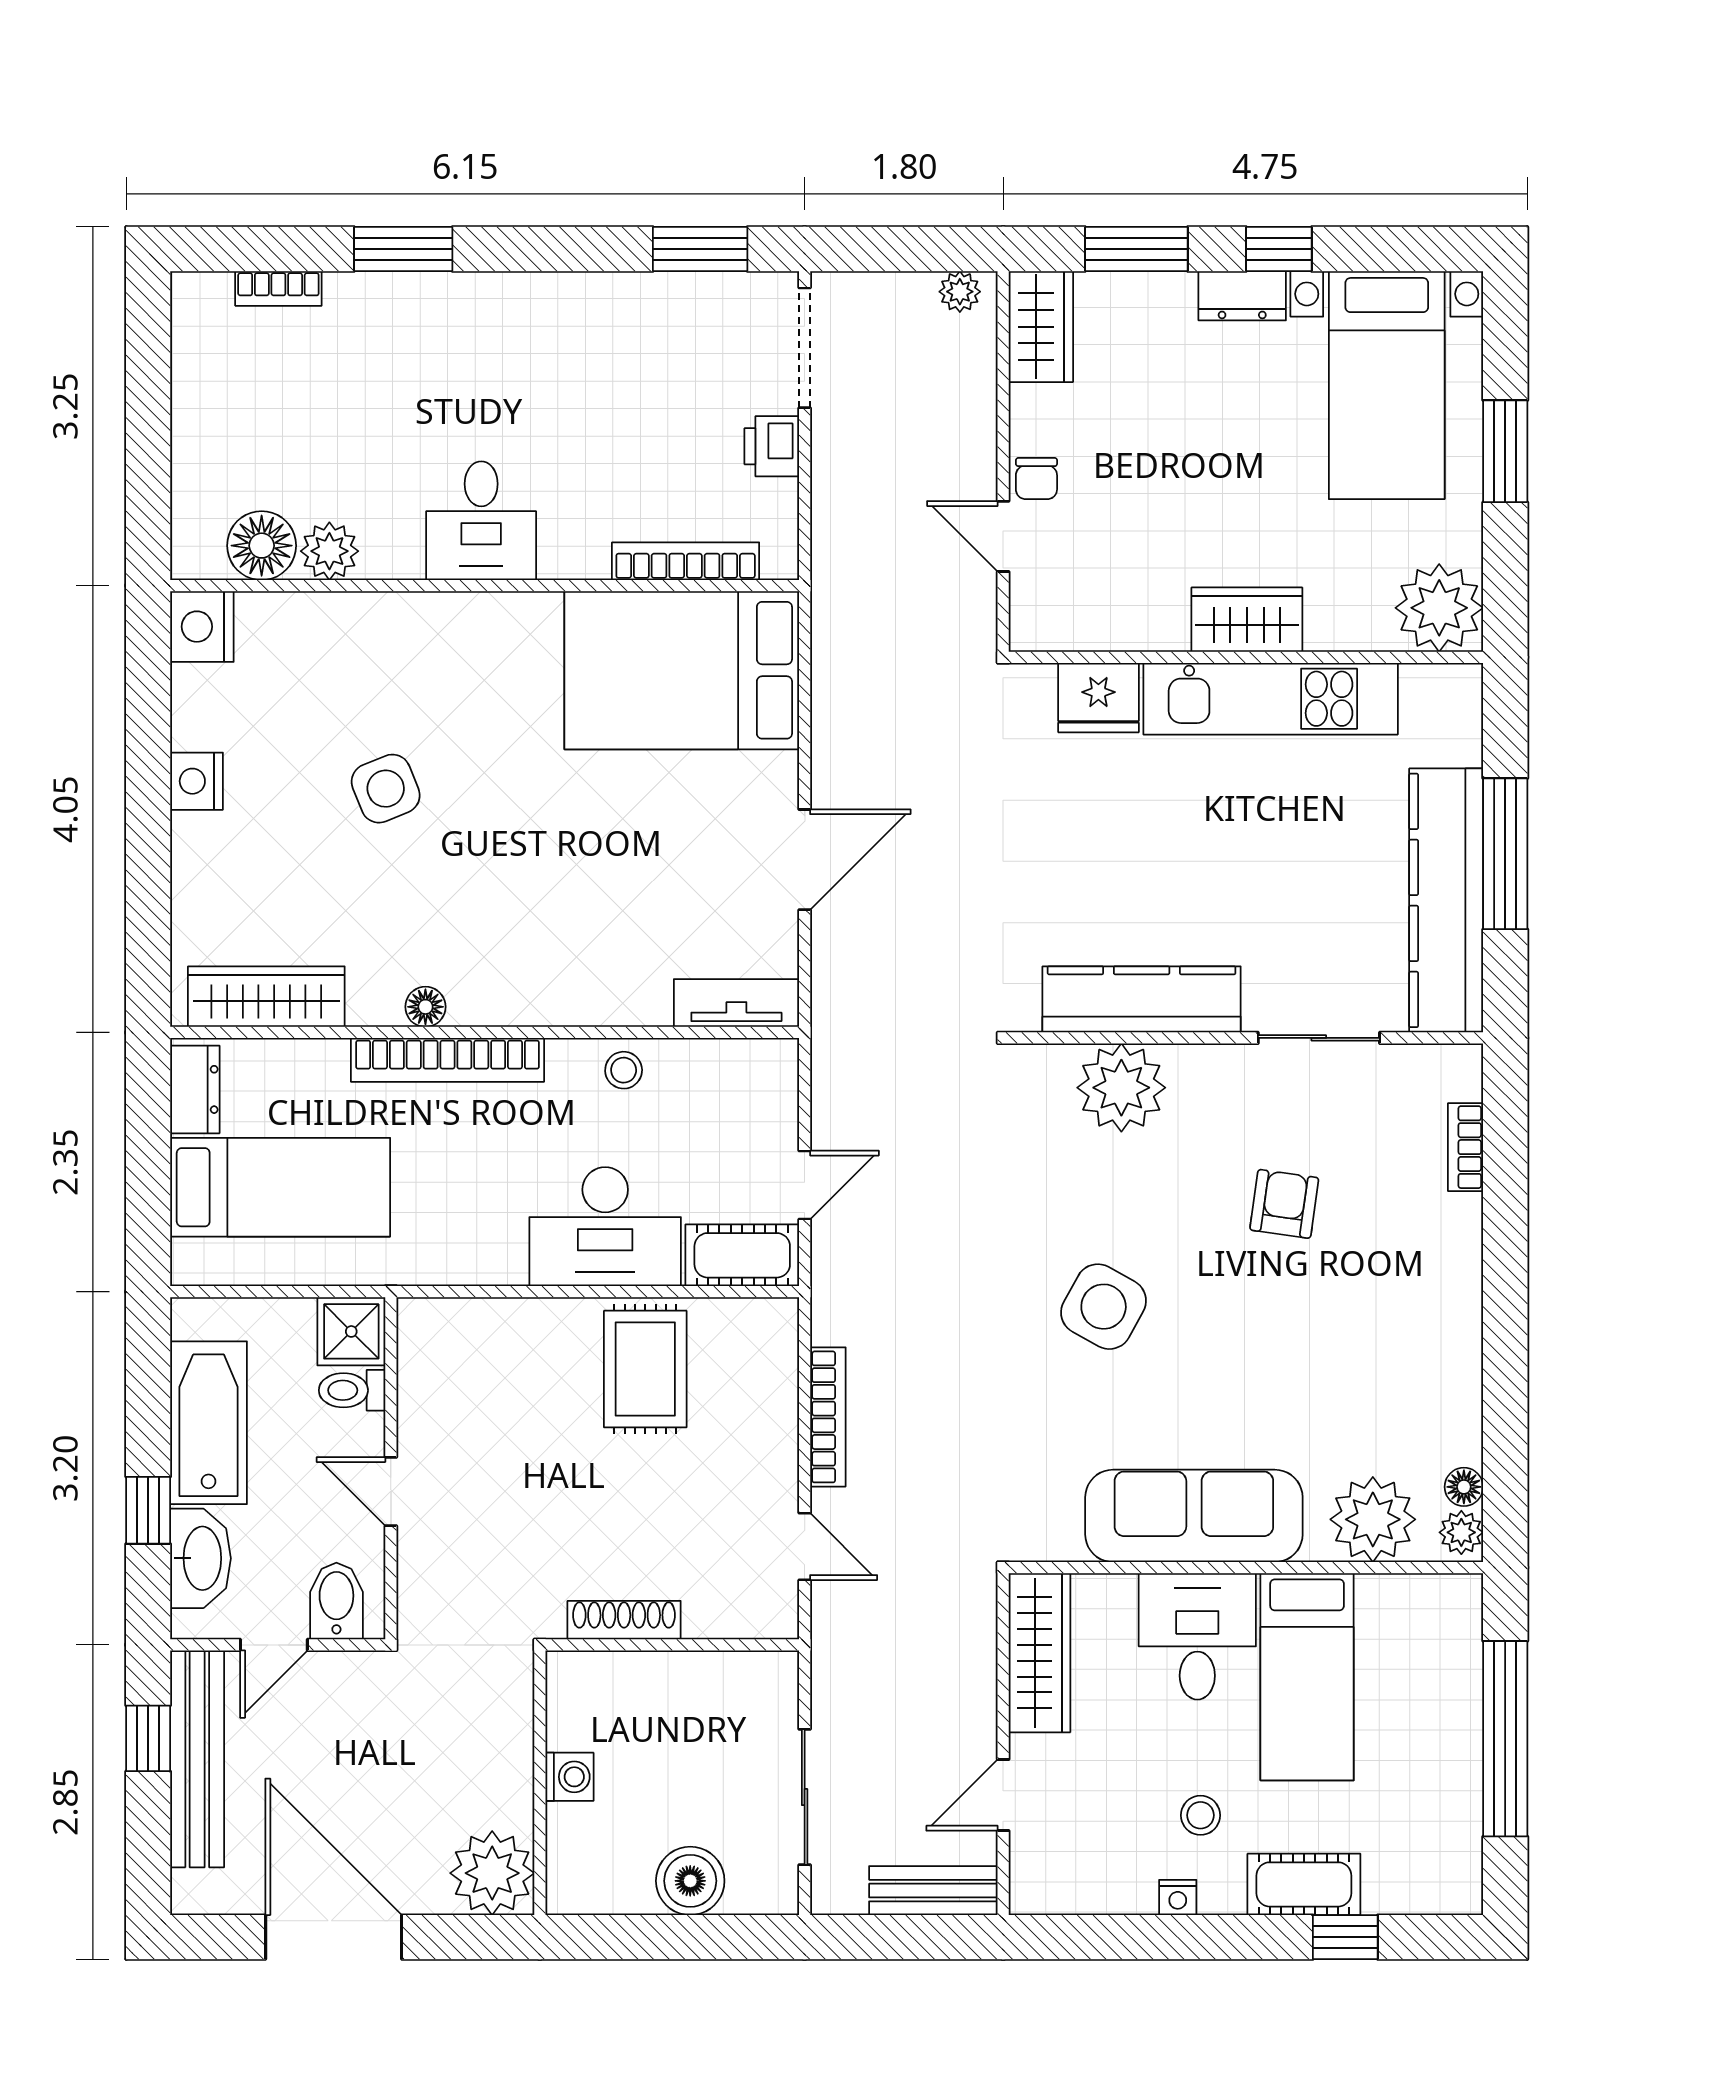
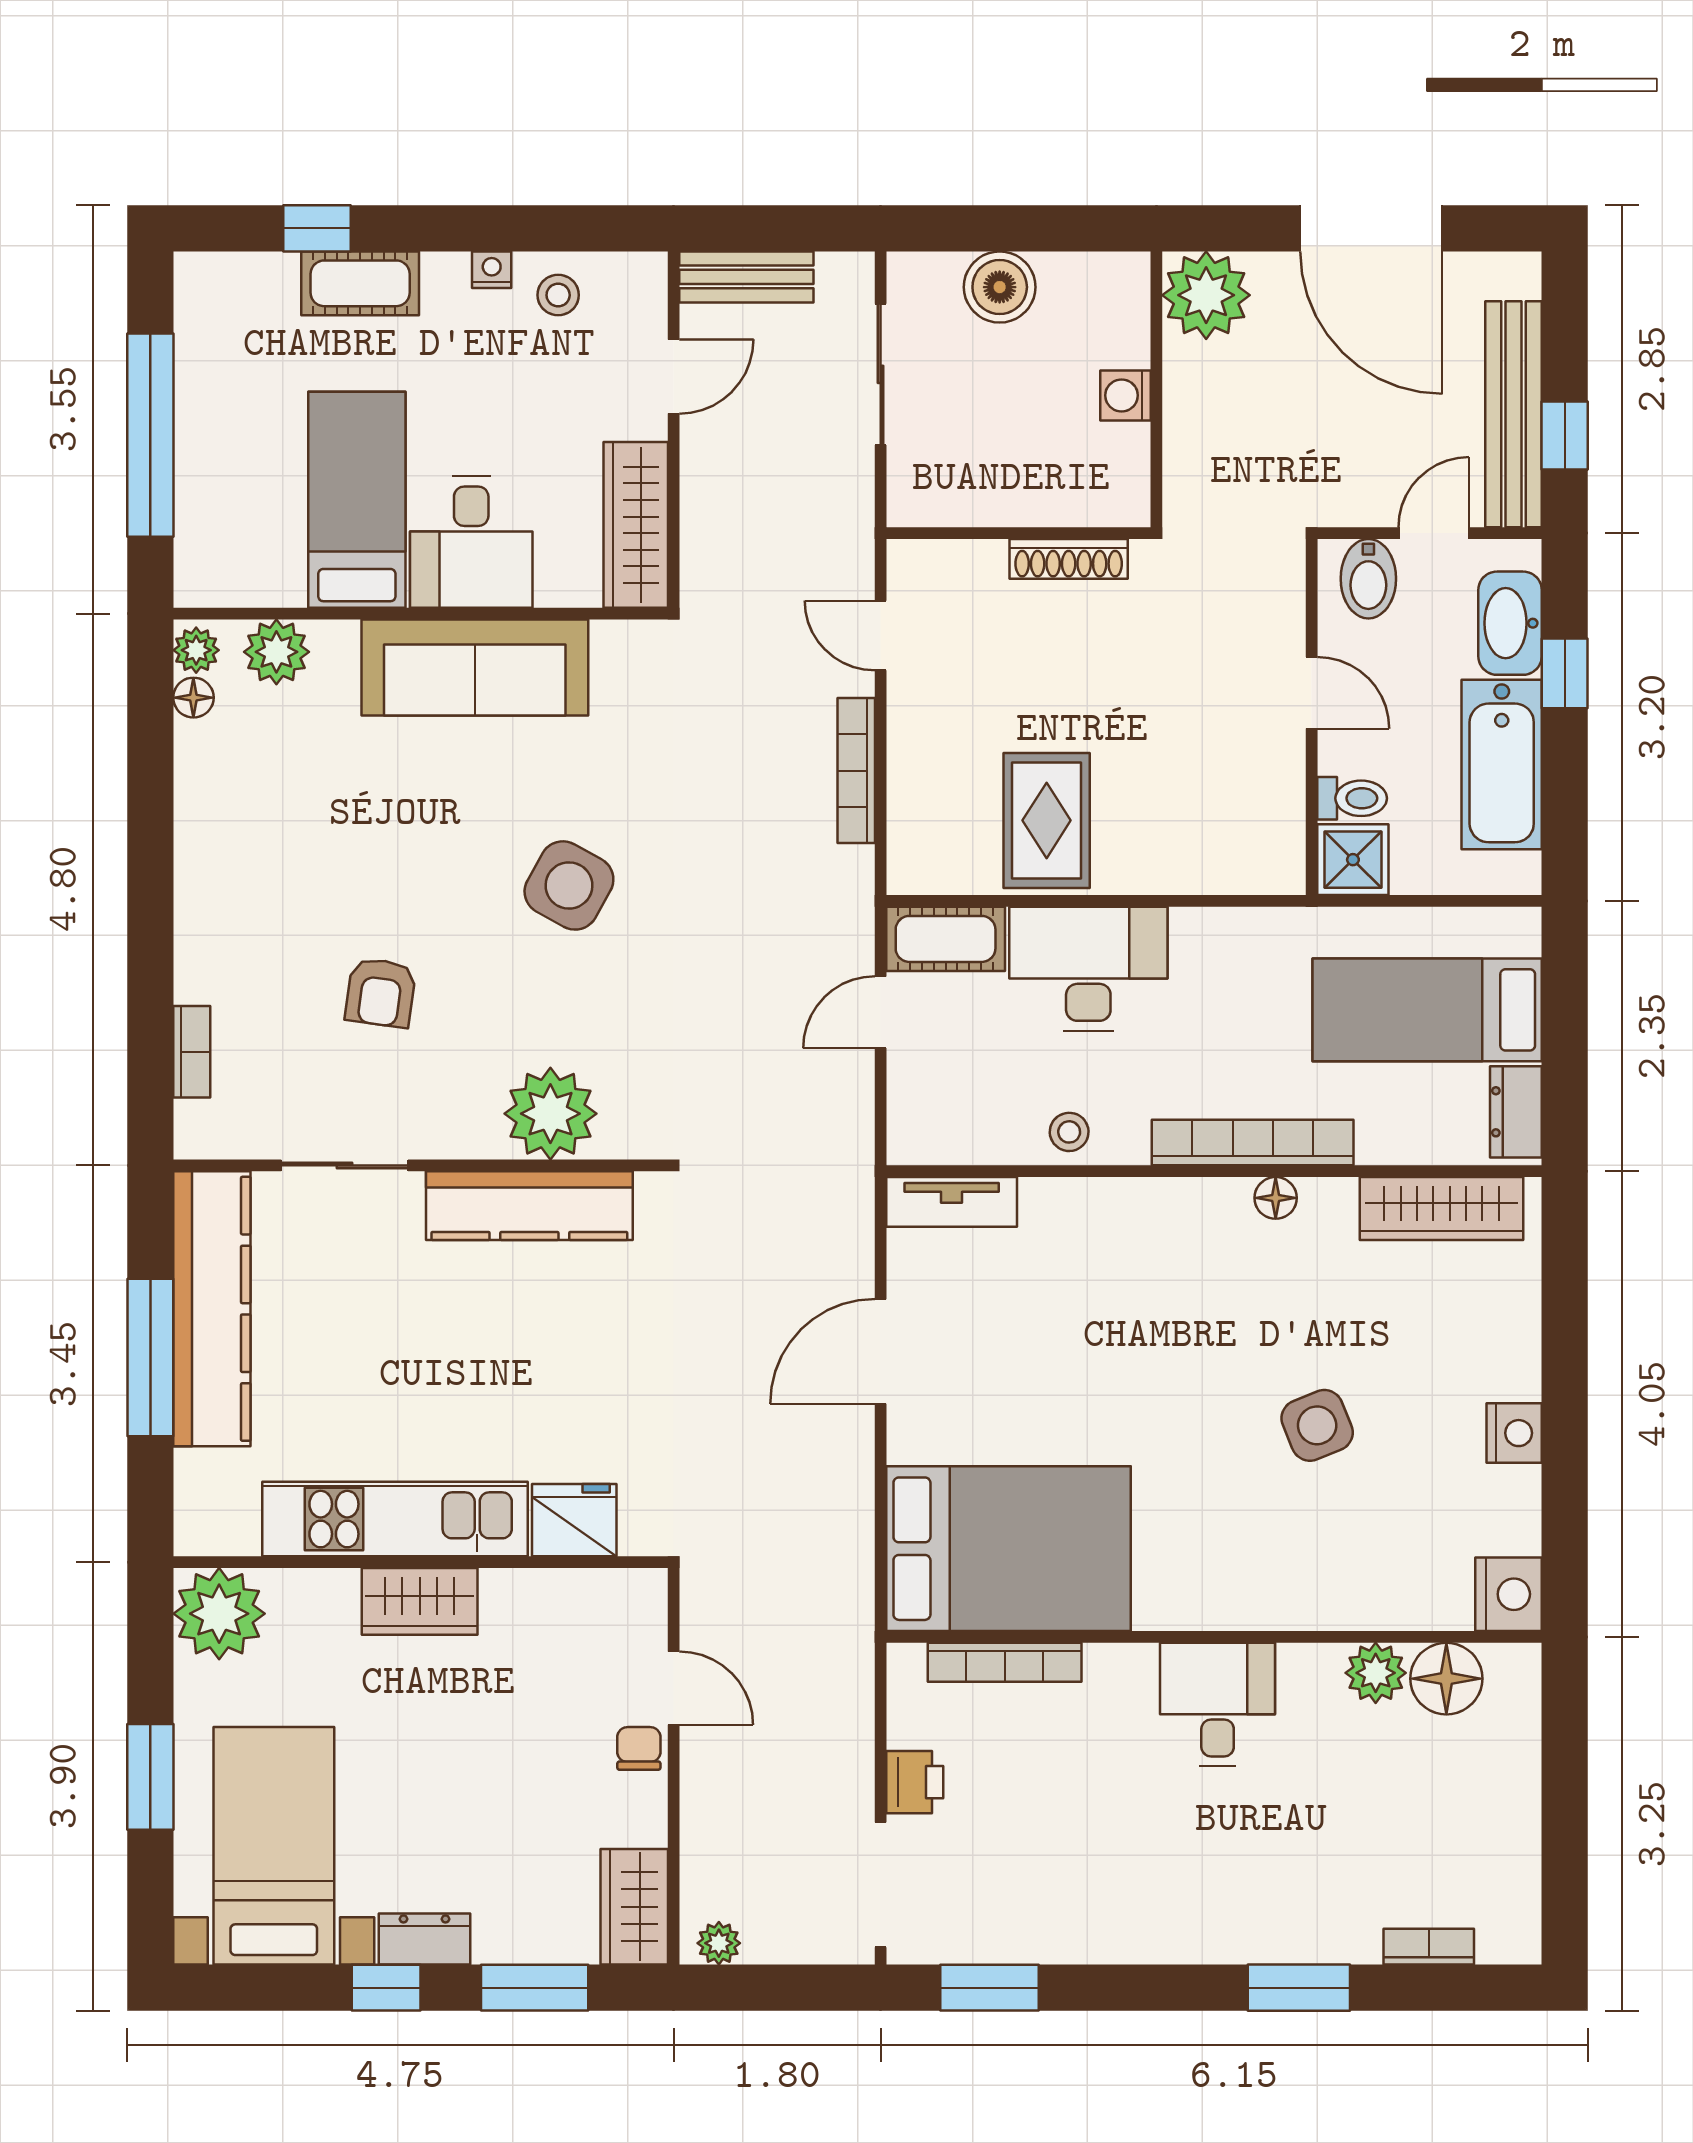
plant: (1373, 1519) -> (276, 652), width x0.73, depth x0.73
stool: (1201, 1815) -> (558, 295), moved

